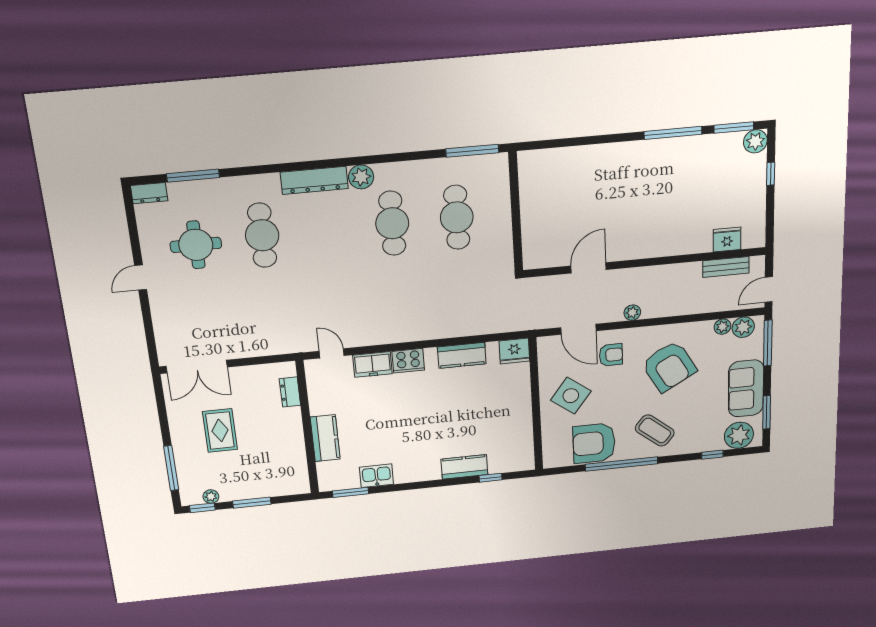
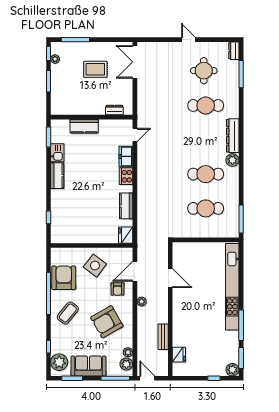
kitchen unit: (601, 156) -> (232, 287), added
bench: (726, 267) -> (163, 337), moved
kitchen counter: (464, 467) -> (57, 176), moved

